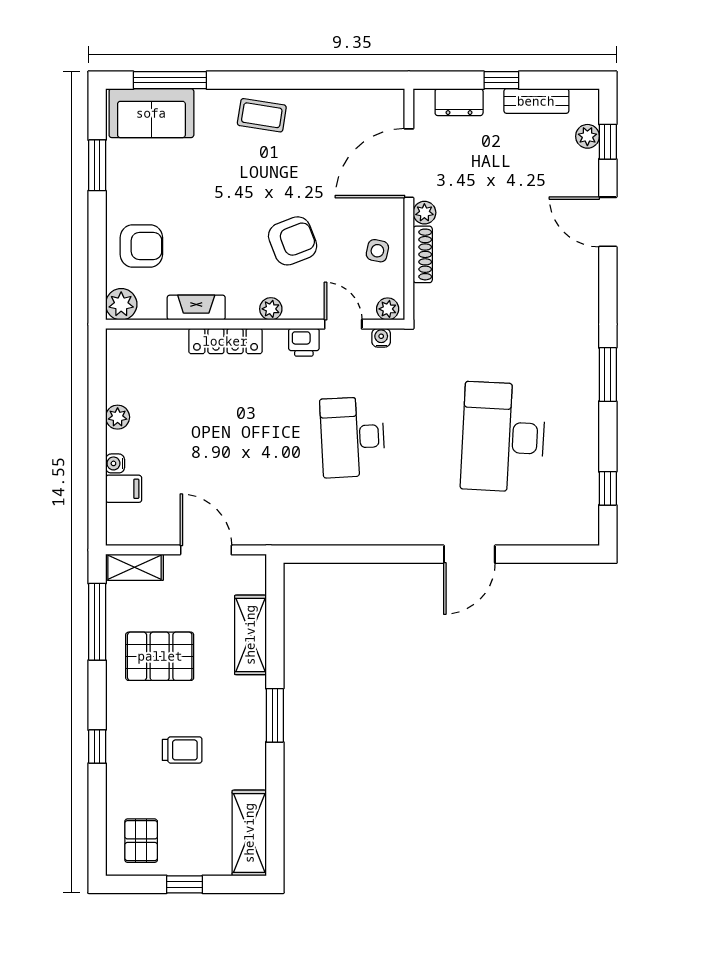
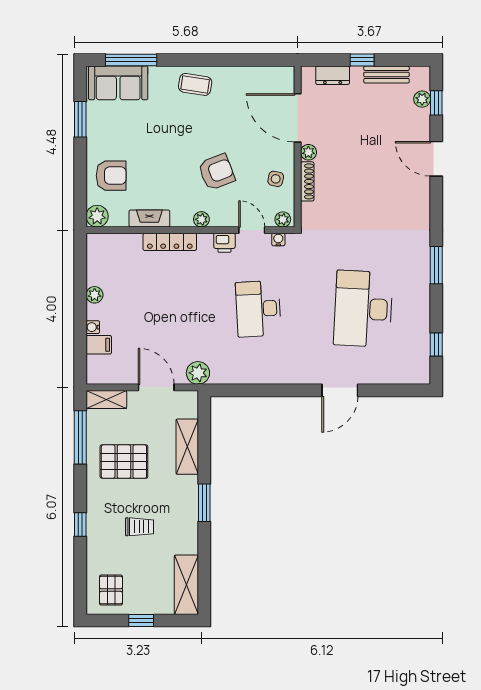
door: (409, 163) -> (298, 118), hinge flipped
plant: (266, 529) -> (198, 373), added

